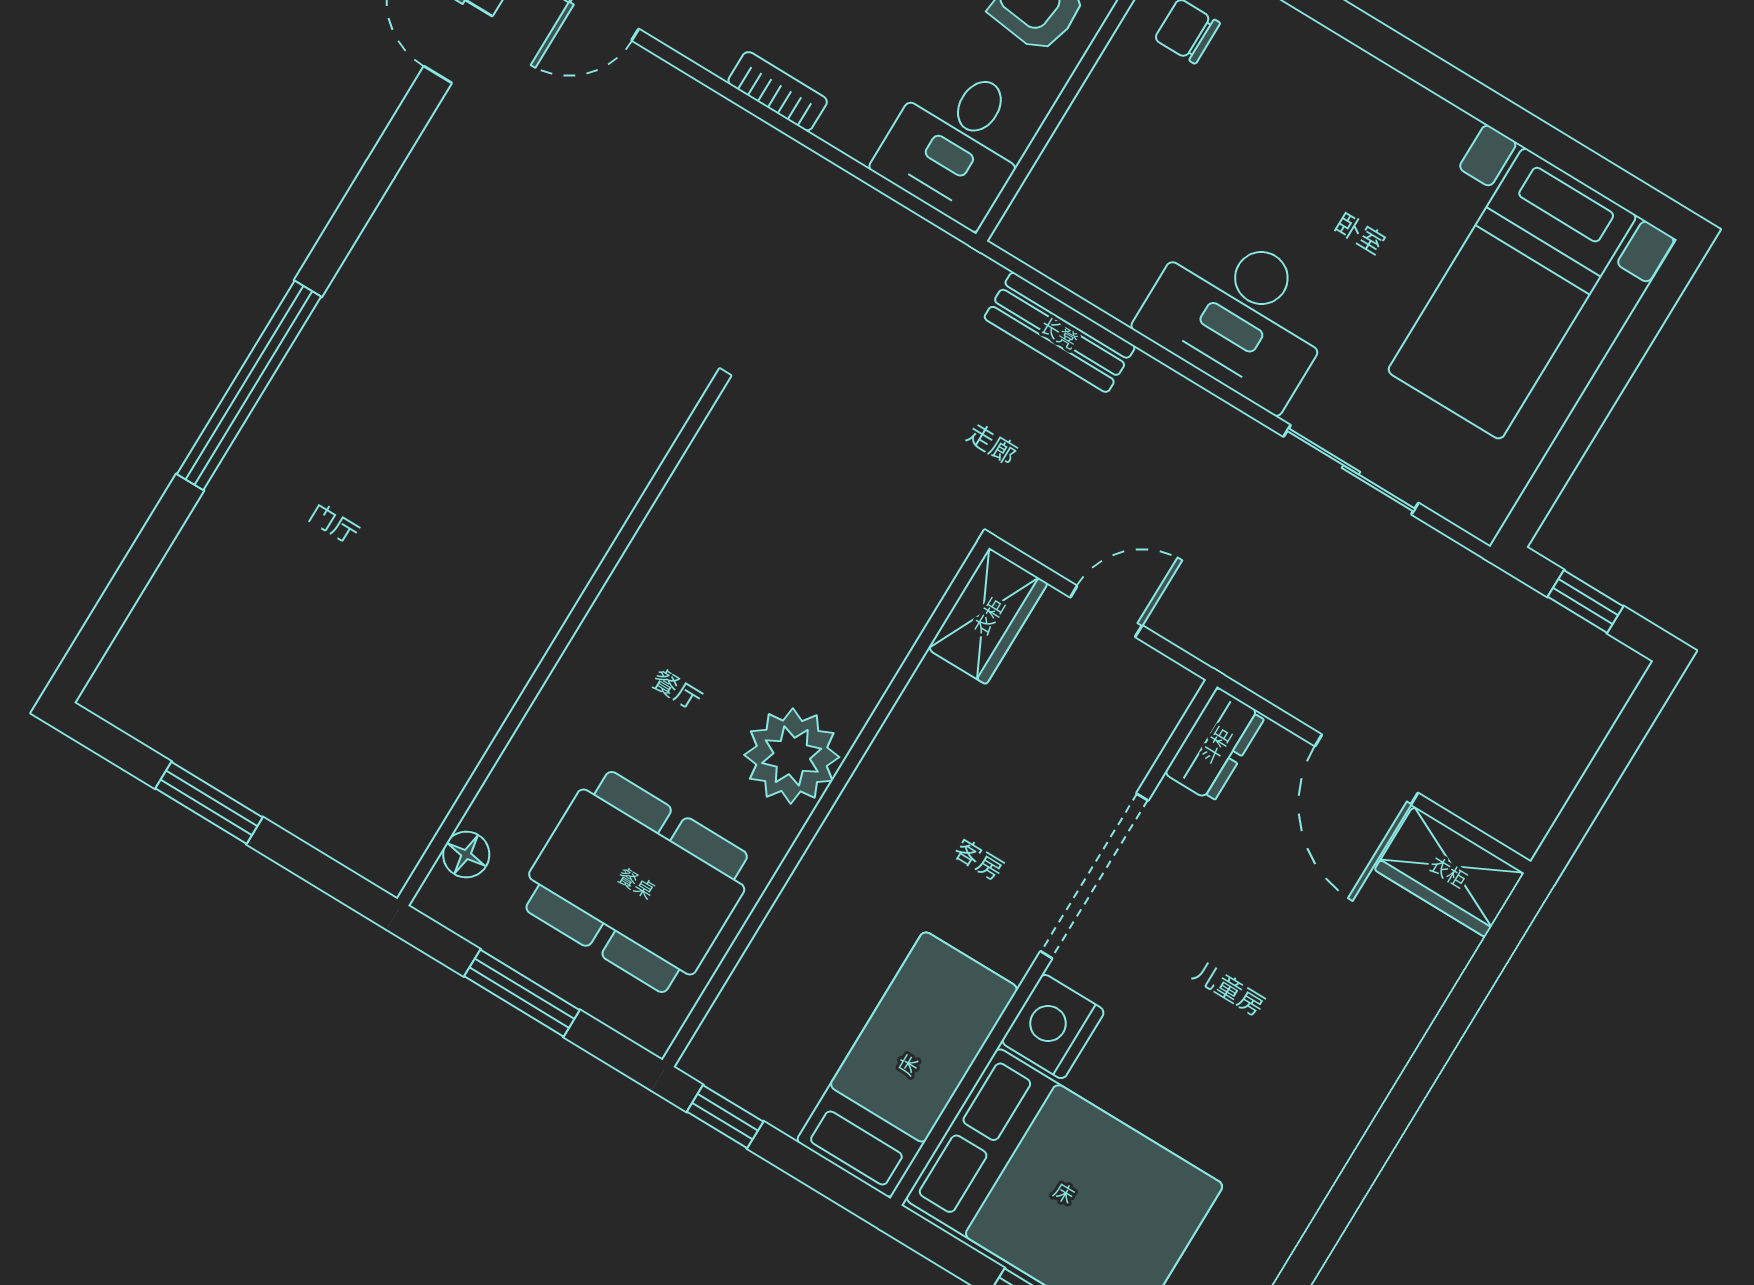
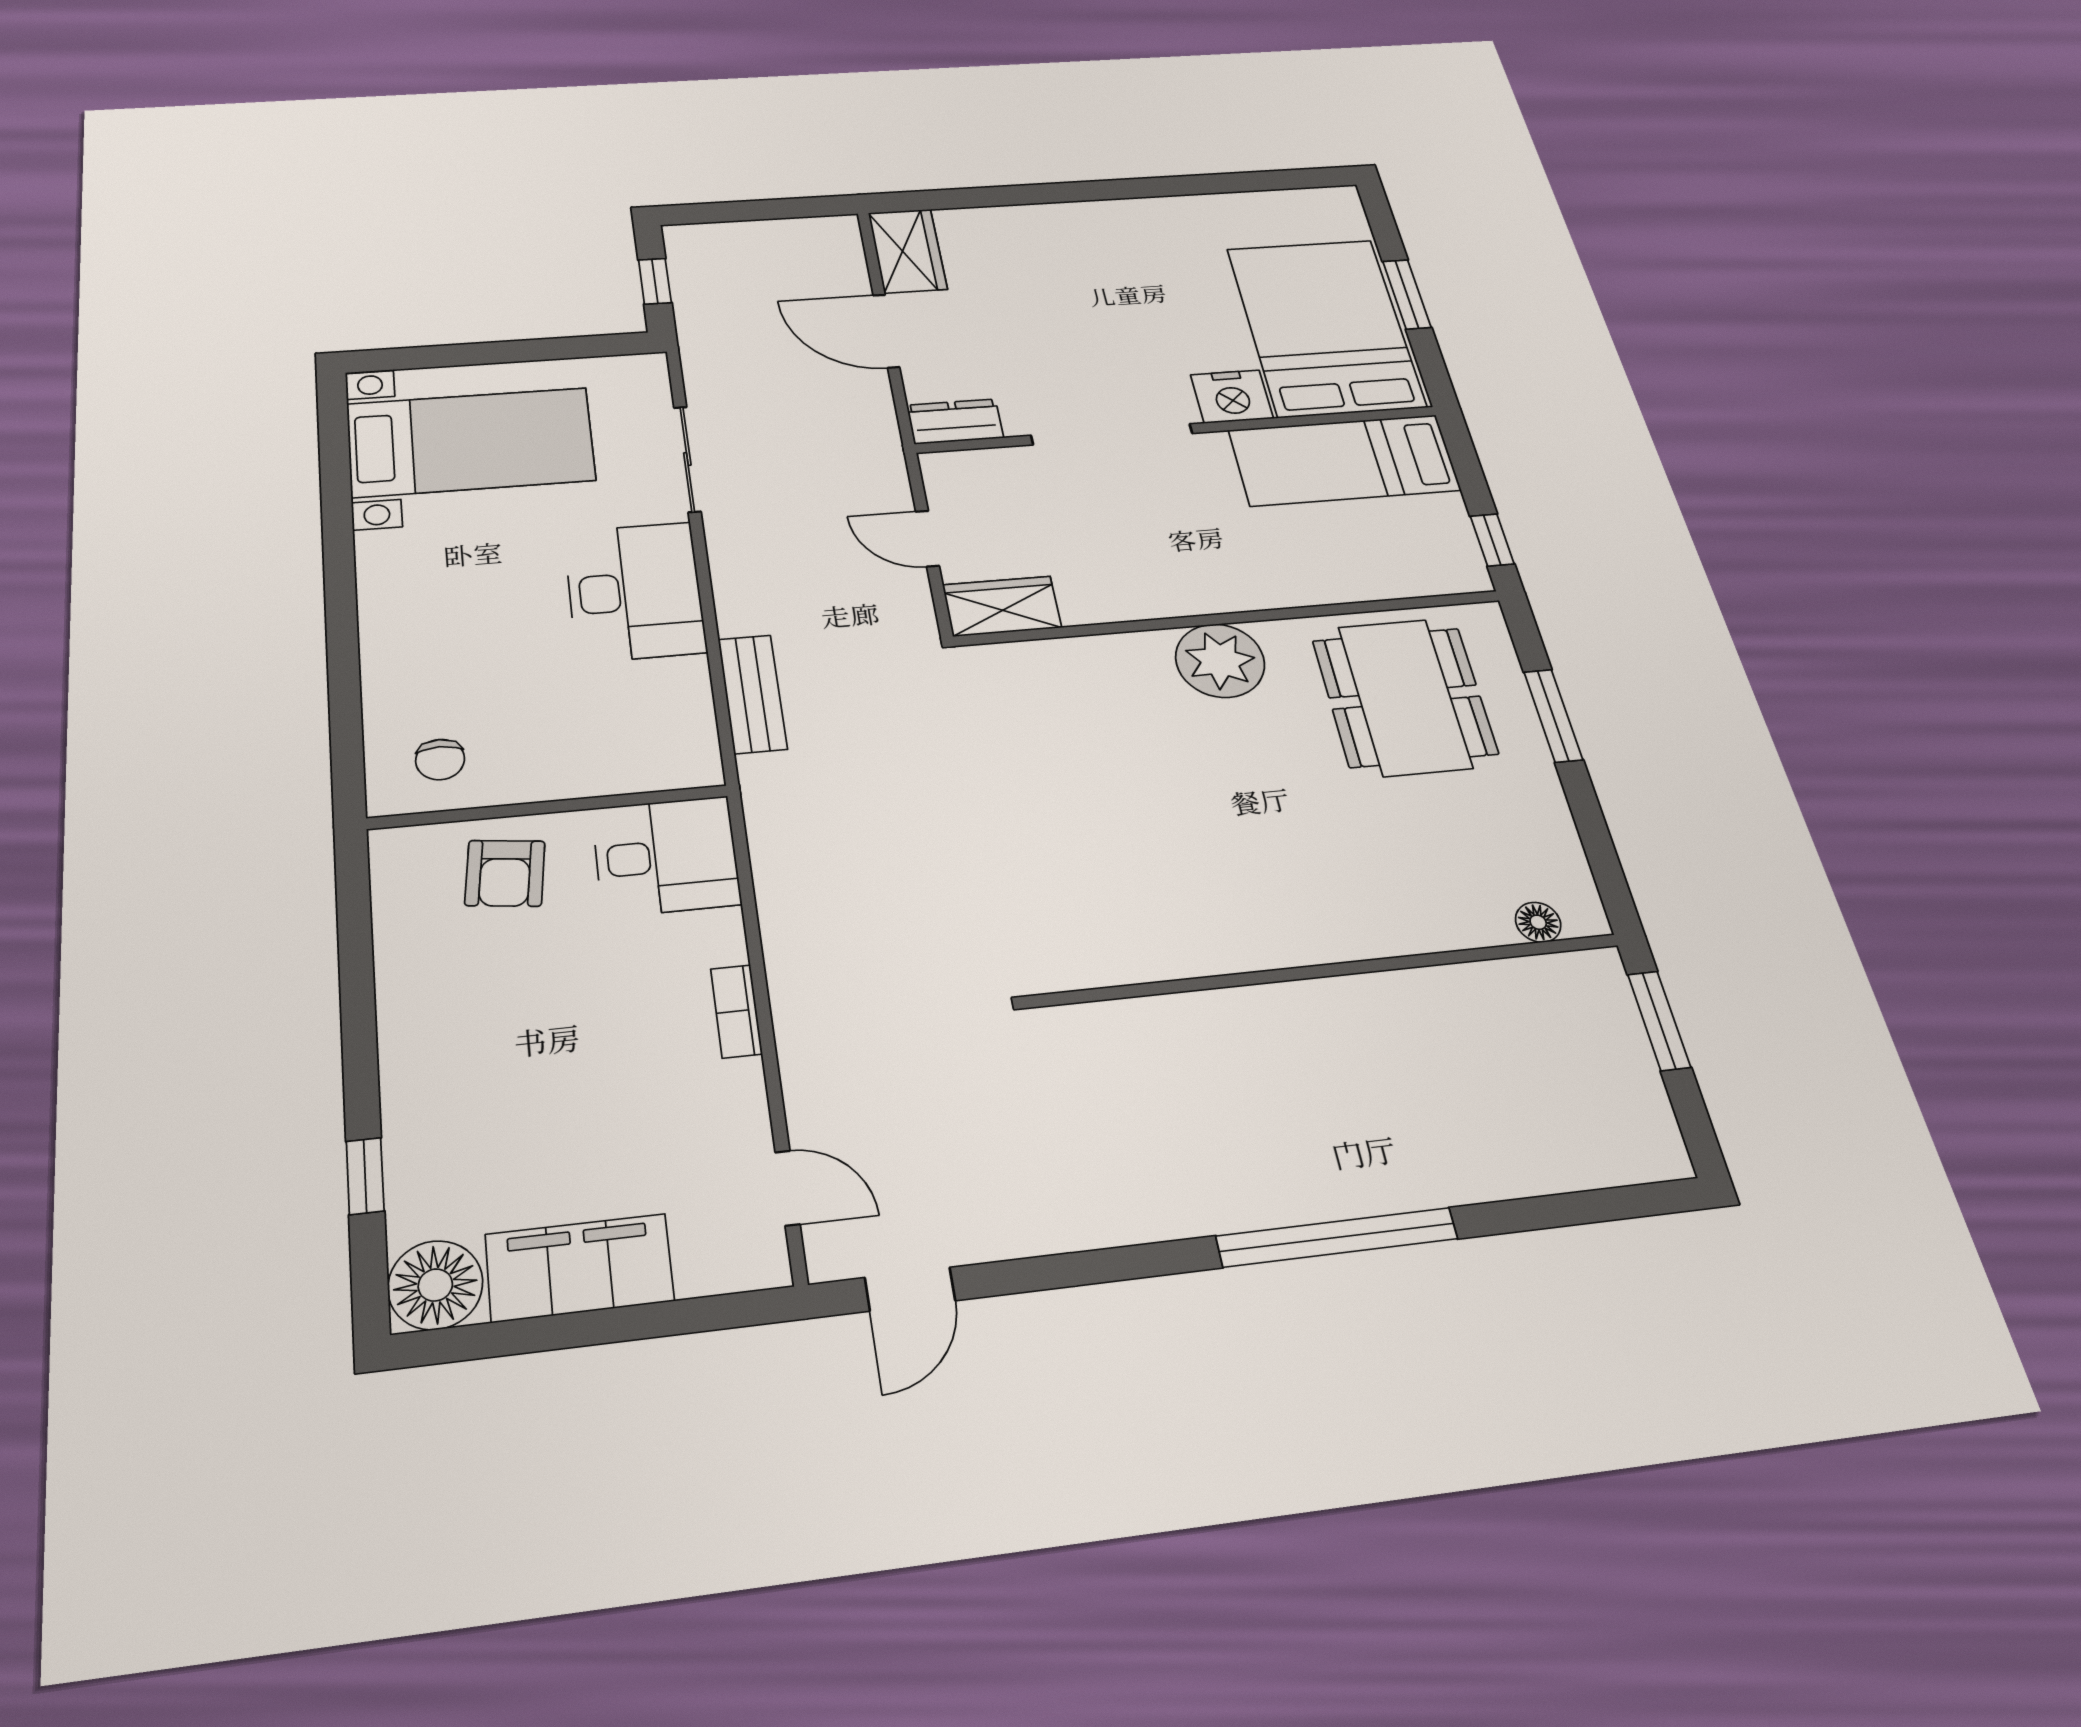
wall: (561, 643) -> (1326, 971), moved
door: (1366, 770) -> (886, 331), swing flipped
floor lamp: (466, 855) -> (1538, 922), moved

